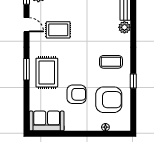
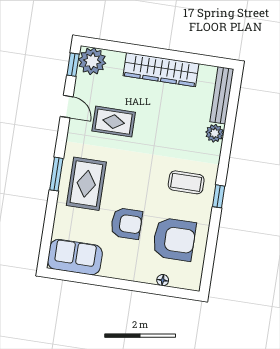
window: (133, 81) -> (219, 196), moved

